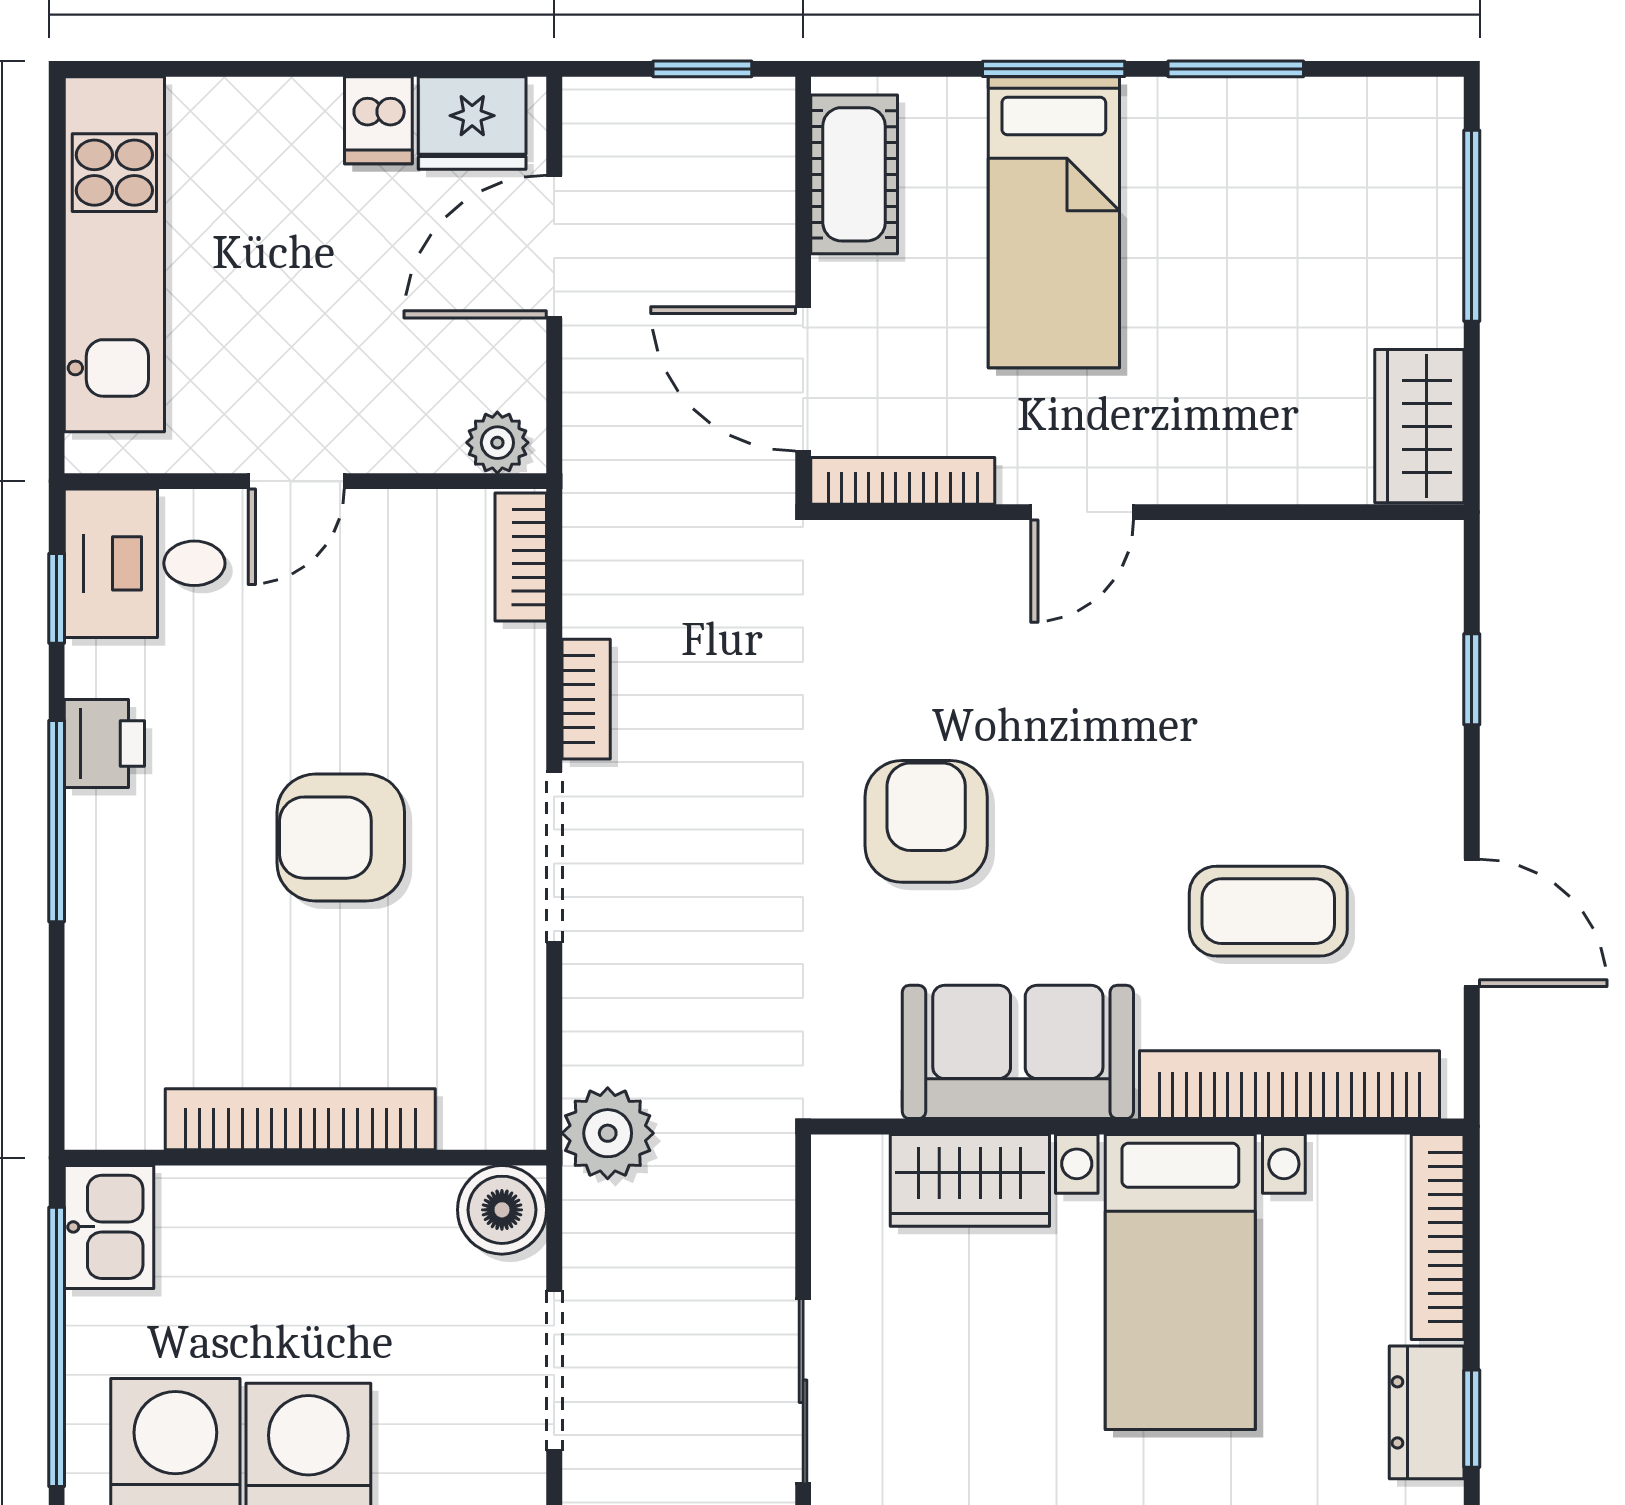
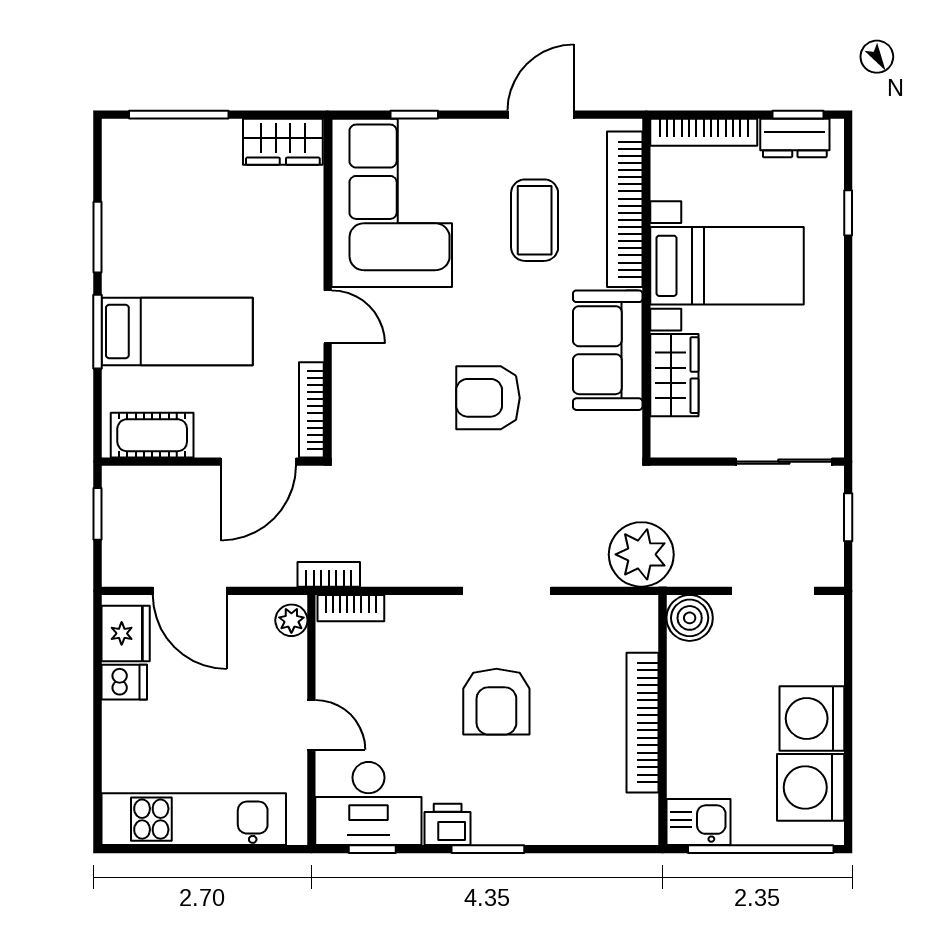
desk: (145, 563) -> (368, 803), width x1.37
corner sofa: (1302, 636) -> (392, 203), added
bookcase: (586, 699) -> (329, 574), moved
window: (57, 821) -> (488, 849), width x0.69
plant: (608, 1133) -> (641, 554), width x1.36, depth x1.36

